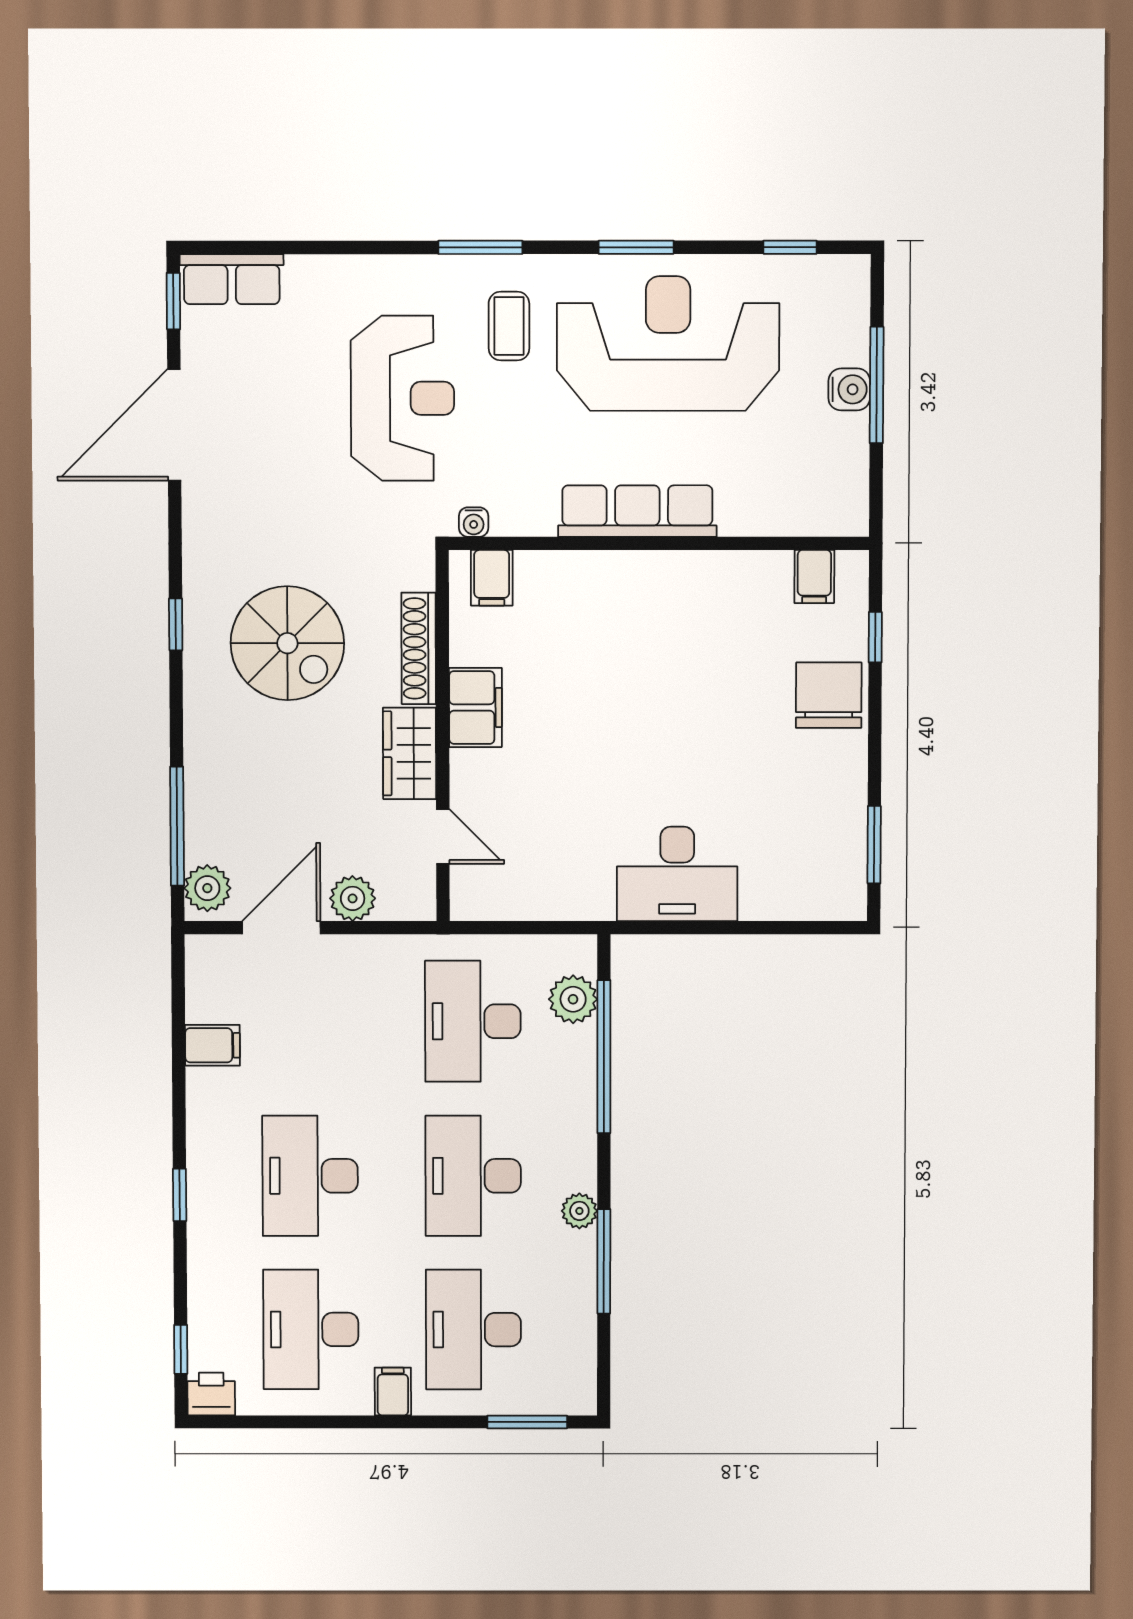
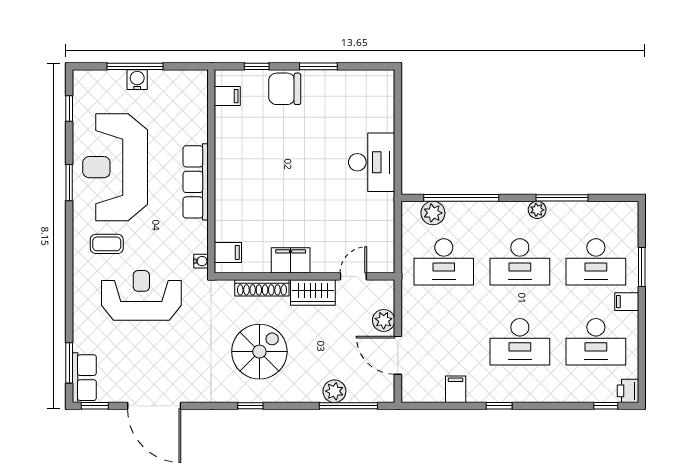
window: (480, 247) -> (69, 363), moved
window: (874, 845) -> (318, 66), moved
plant: (207, 888) -> (334, 391), moved
window: (180, 1195) -> (499, 406), moved
window: (527, 1422) -> (642, 267), moved

